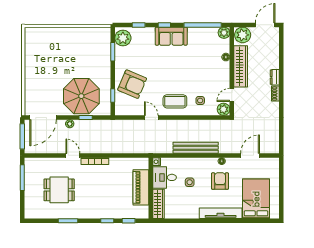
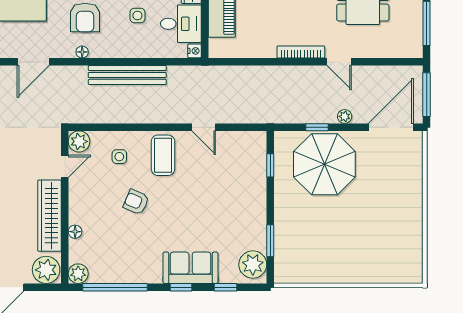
sofa: (171, 36) -> (191, 268), moved
armchair: (132, 84) -> (136, 202), moved, width x0.53, depth x0.53
coffee table: (175, 101) -> (163, 155), turned 90

